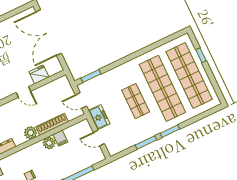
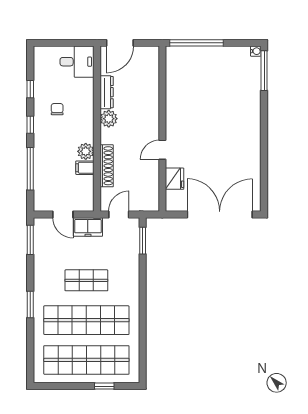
plant: (31, 133) -> (109, 119), moved
door: (99, 138) -> (63, 214), swing flipped
window: (146, 143) -> (30, 240), moved

